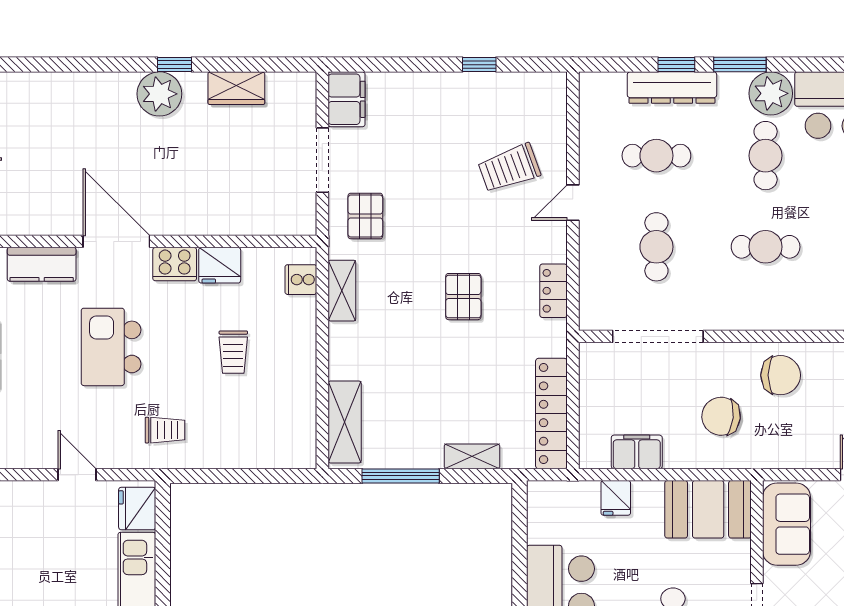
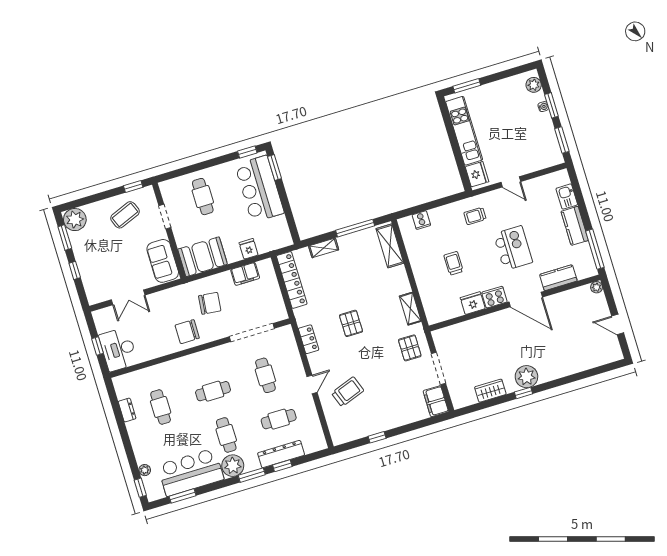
cooker: (301, 280) -> (421, 220), moved, turned 90

